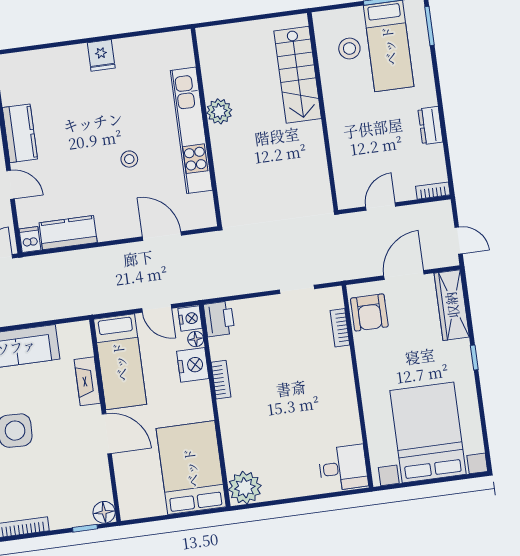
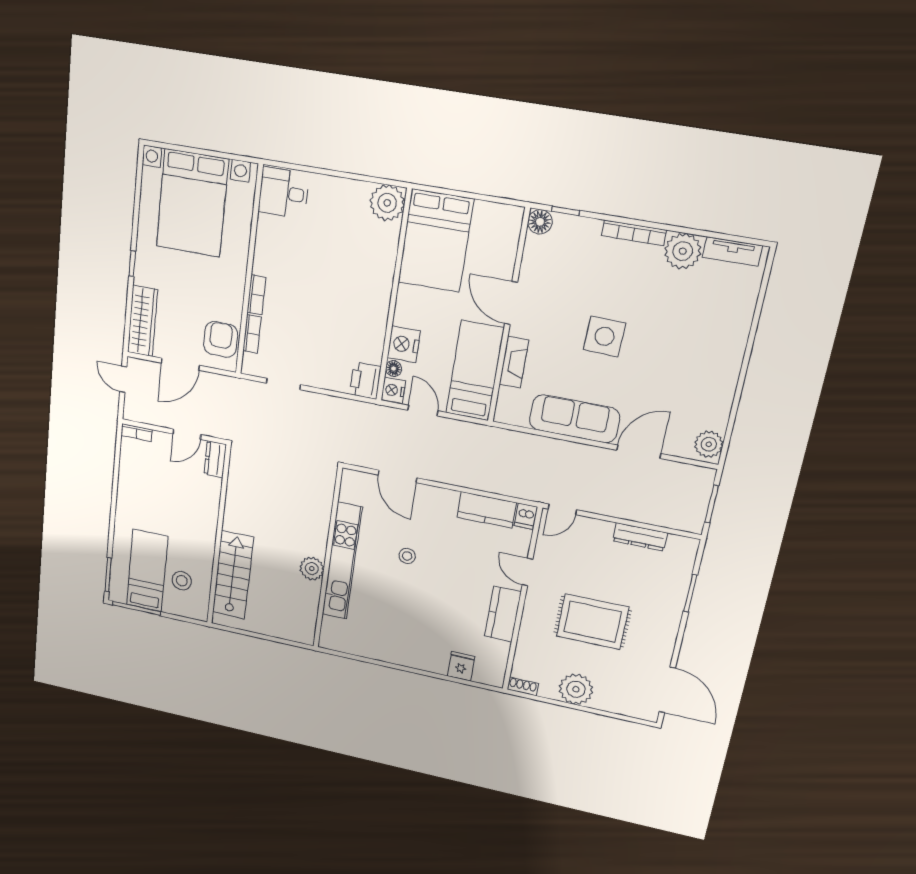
fridge: (101, 55) -> (461, 666), moved
dresser: (430, 125) -> (215, 459), moved, turned 180
bookcase: (221, 380) -> (256, 295), moved, turned 180

